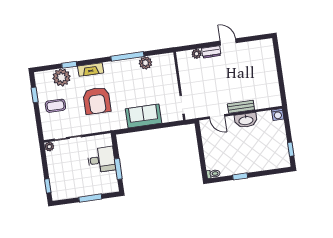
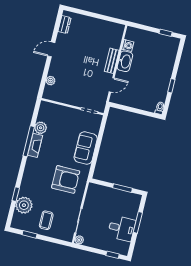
dresser: (211, 52) -> (65, 25), moved
fireplace: (91, 69) -> (35, 145), moved
armchair: (97, 101) -> (66, 179), moved
washing machine: (278, 114) -> (128, 45), moved
desk: (101, 160) -> (122, 228), moved, turned 90

